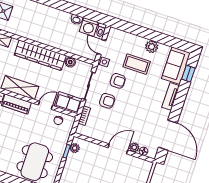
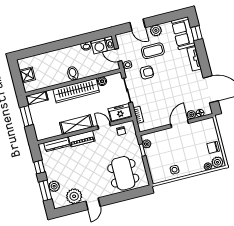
door: (138, 30) -> (137, 25), added
bidet: (47, 37) -> (73, 74), added
armchair: (107, 101) -> (148, 93), removed
door: (45, 105) -> (104, 126), hinge flipped

